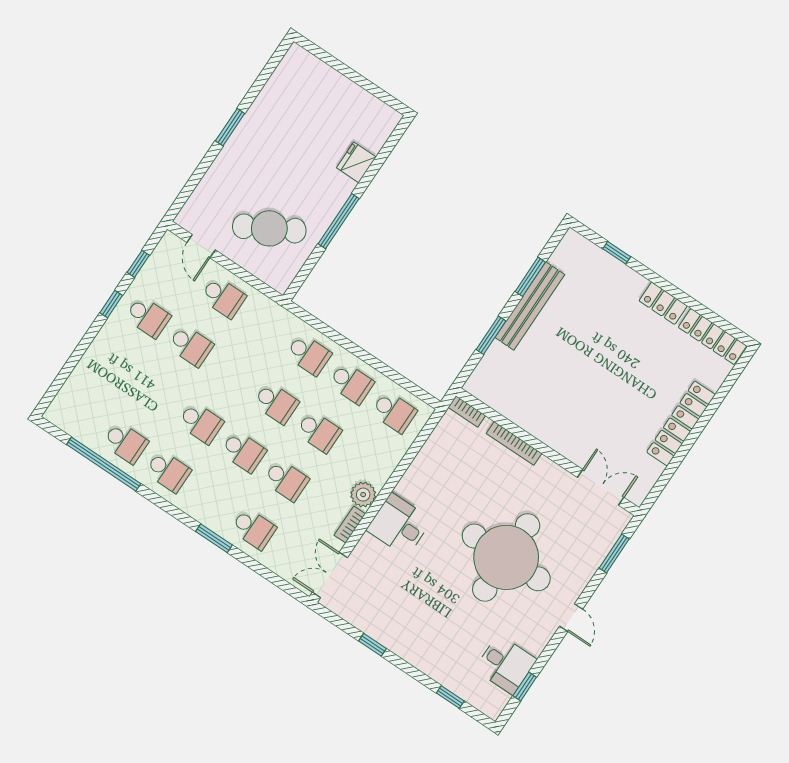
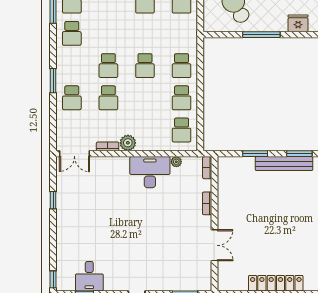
school desk: (201, 423) -> (108, 33), removed
school desk: (319, 432) -> (145, 98), removed
bookcase: (514, 443) -> (207, 203), width x0.64
plant: (431, 447) -> (176, 162), added
double door: (601, 487) -> (214, 245), moved
desk: (399, 525) -> (150, 172), moved, width x1.37
round table: (506, 557) -> (145, 239), removed
double door: (330, 575) -> (74, 154), swing flipped
window: (450, 697) -> (53, 279), moved

